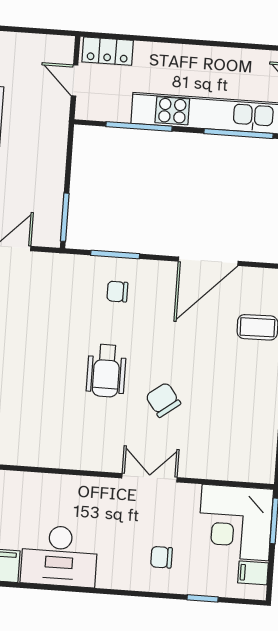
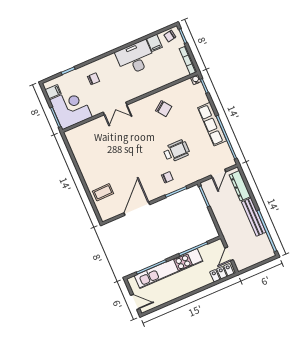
door: (75, 80) -> (229, 254), swing flipped
wheelchair: (106, 371) -> (176, 151), moved, turned 90
chair: (163, 400) -> (164, 109), moved

